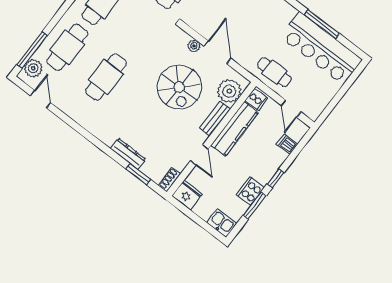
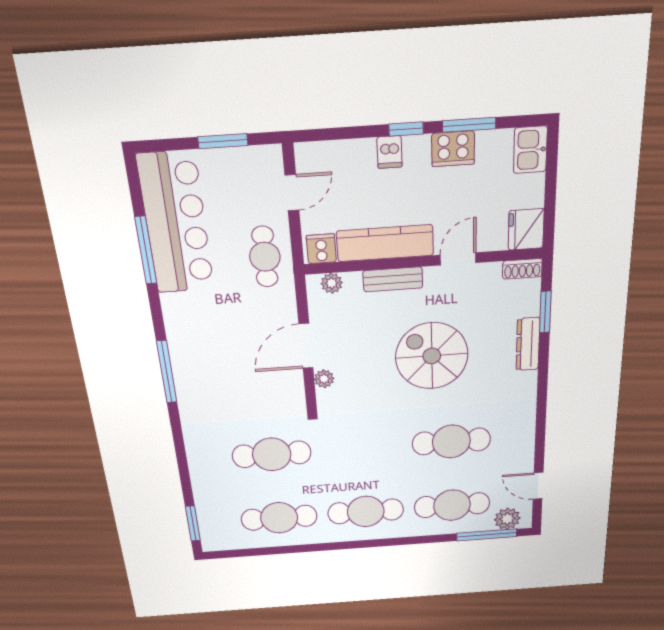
spiral stairs: (179, 87) -> (432, 356), moved, turned -90
plant: (229, 91) -> (332, 283), width x0.53, depth x0.53
door: (40, 99) -> (538, 486), hinge flipped
window: (336, 100) -> (223, 141), added
dishwasher: (287, 144) -> (390, 152), moved

